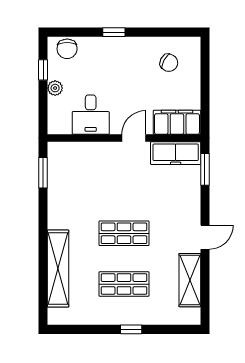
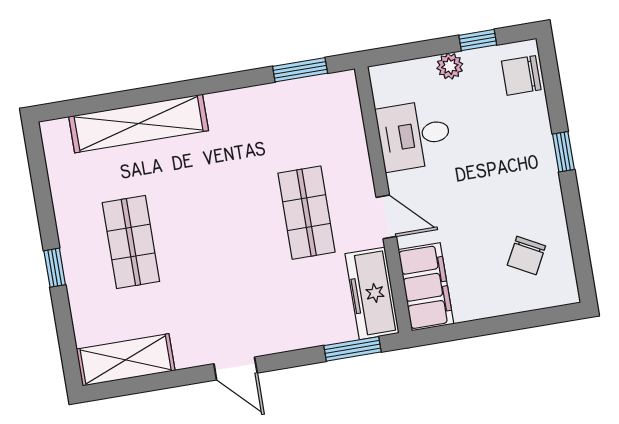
shop shelf: (124, 233) -> (307, 213), moved
shelving: (190, 280) -> (126, 360), moved

